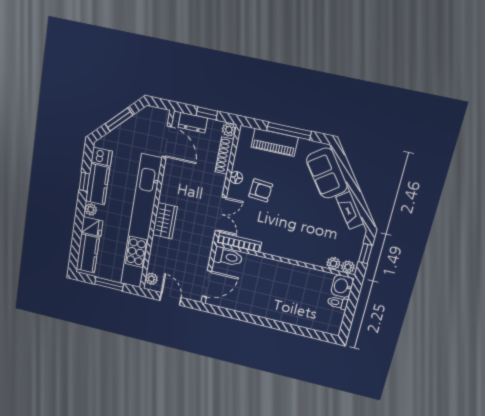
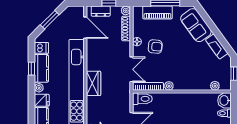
plant: (348, 267) -> (169, 86), moved

